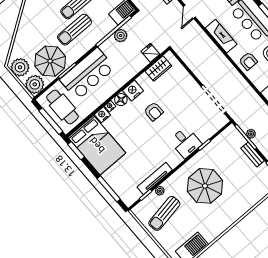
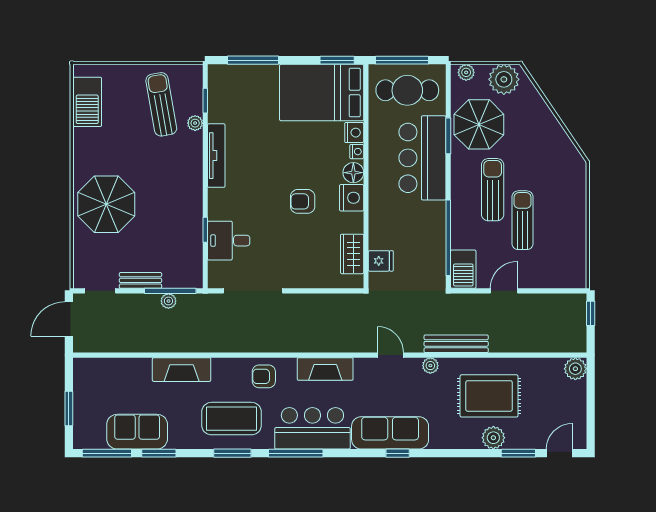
plant: (121, 36) -> (435, 242), removed
plant: (35, 84) -> (466, 72), width x0.53, depth x0.53
desk: (186, 142) -> (229, 241), moved
tv unit: (155, 178) -> (216, 156), moved
parasol: (205, 186) -> (106, 204), moved

